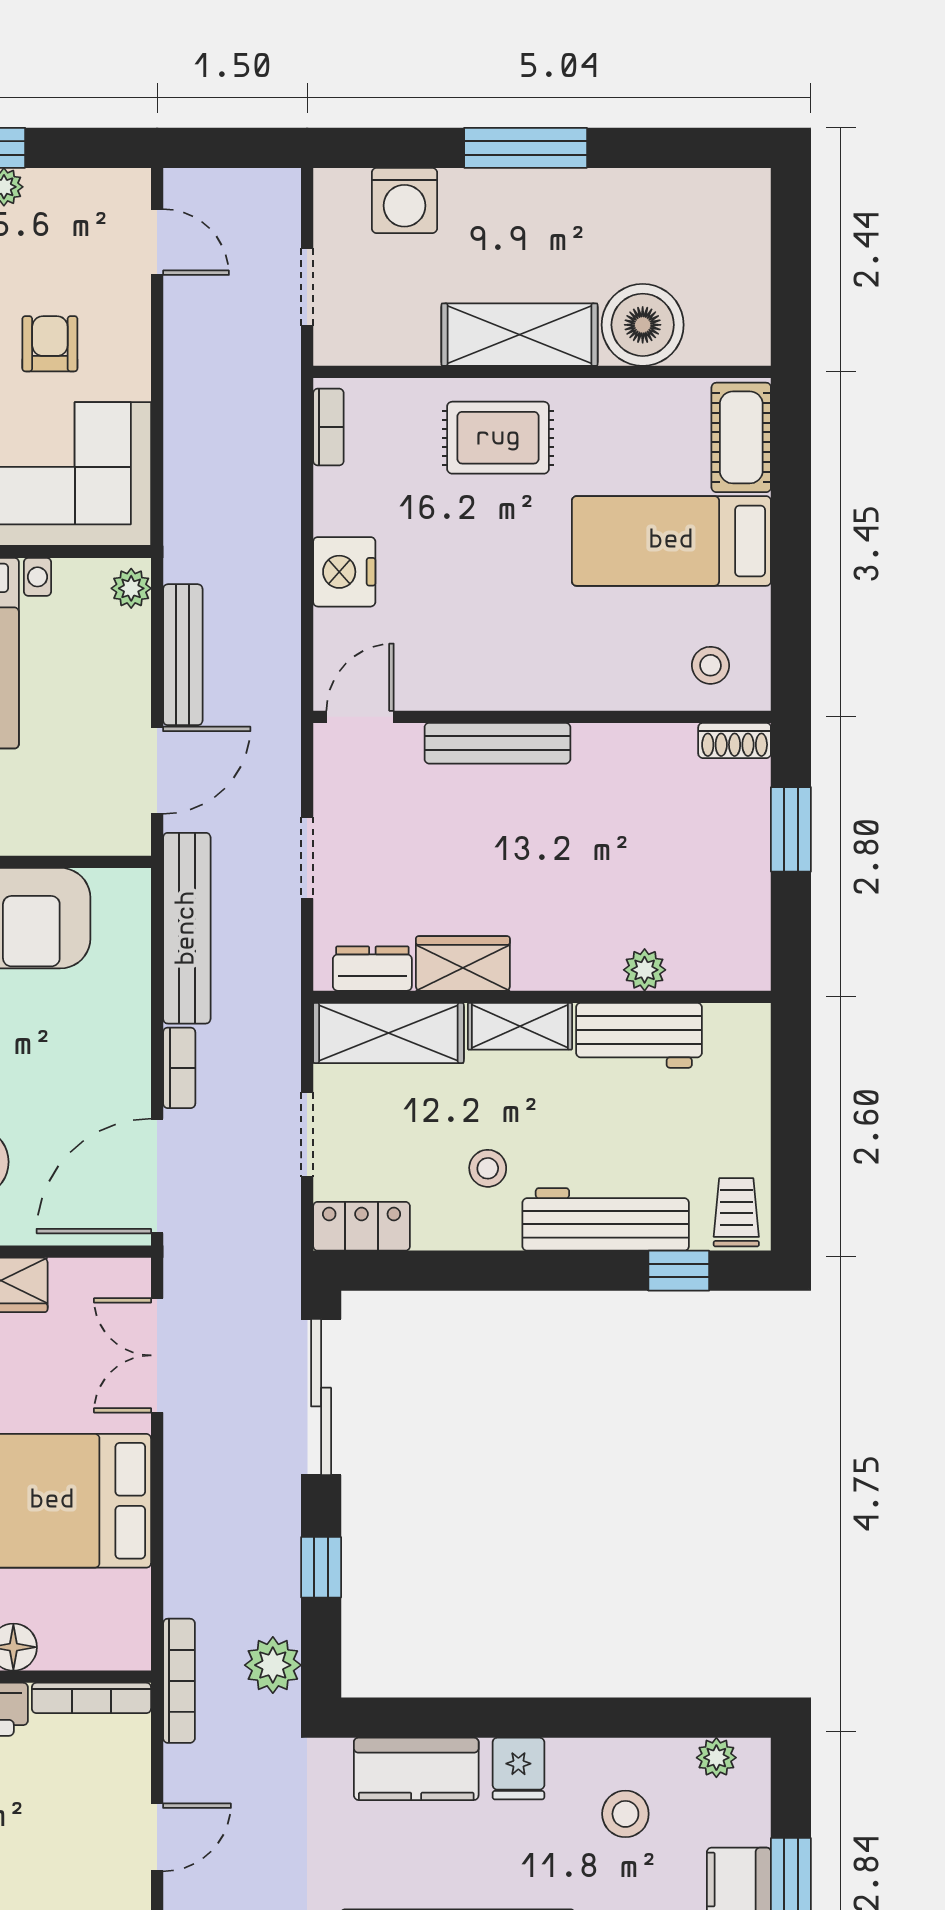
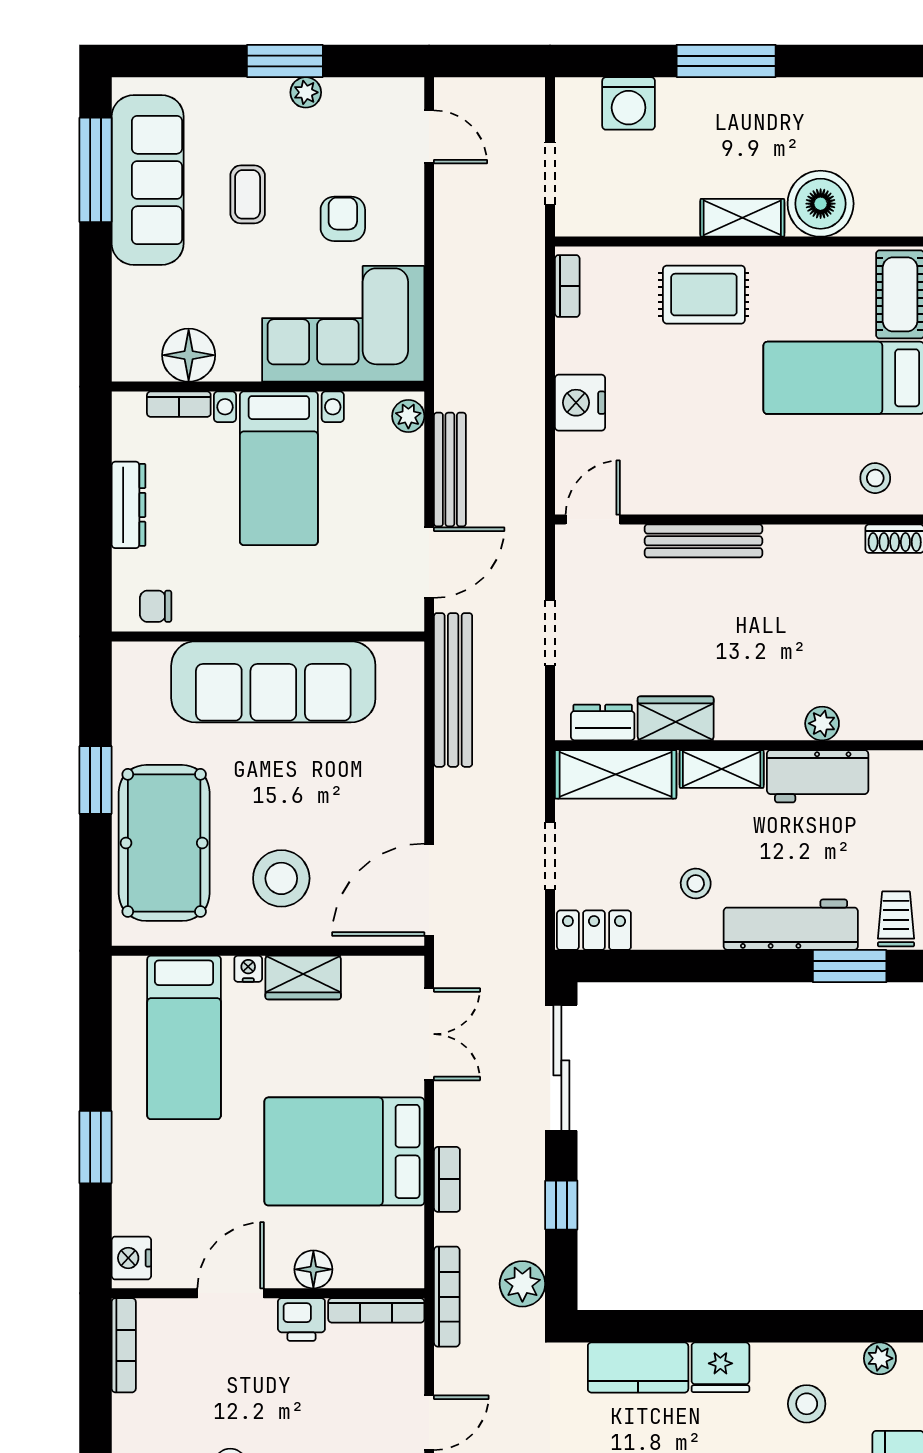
shelving: (519, 335) -> (742, 218), width x0.67, depth x0.75
bookcase: (179, 1068) -> (447, 1179), moved
window: (679, 1271) -> (850, 966), width x1.50
double door: (157, 1355) -> (429, 1034), swing flipped
fridge: (518, 1769) -> (720, 1367), width x1.38

